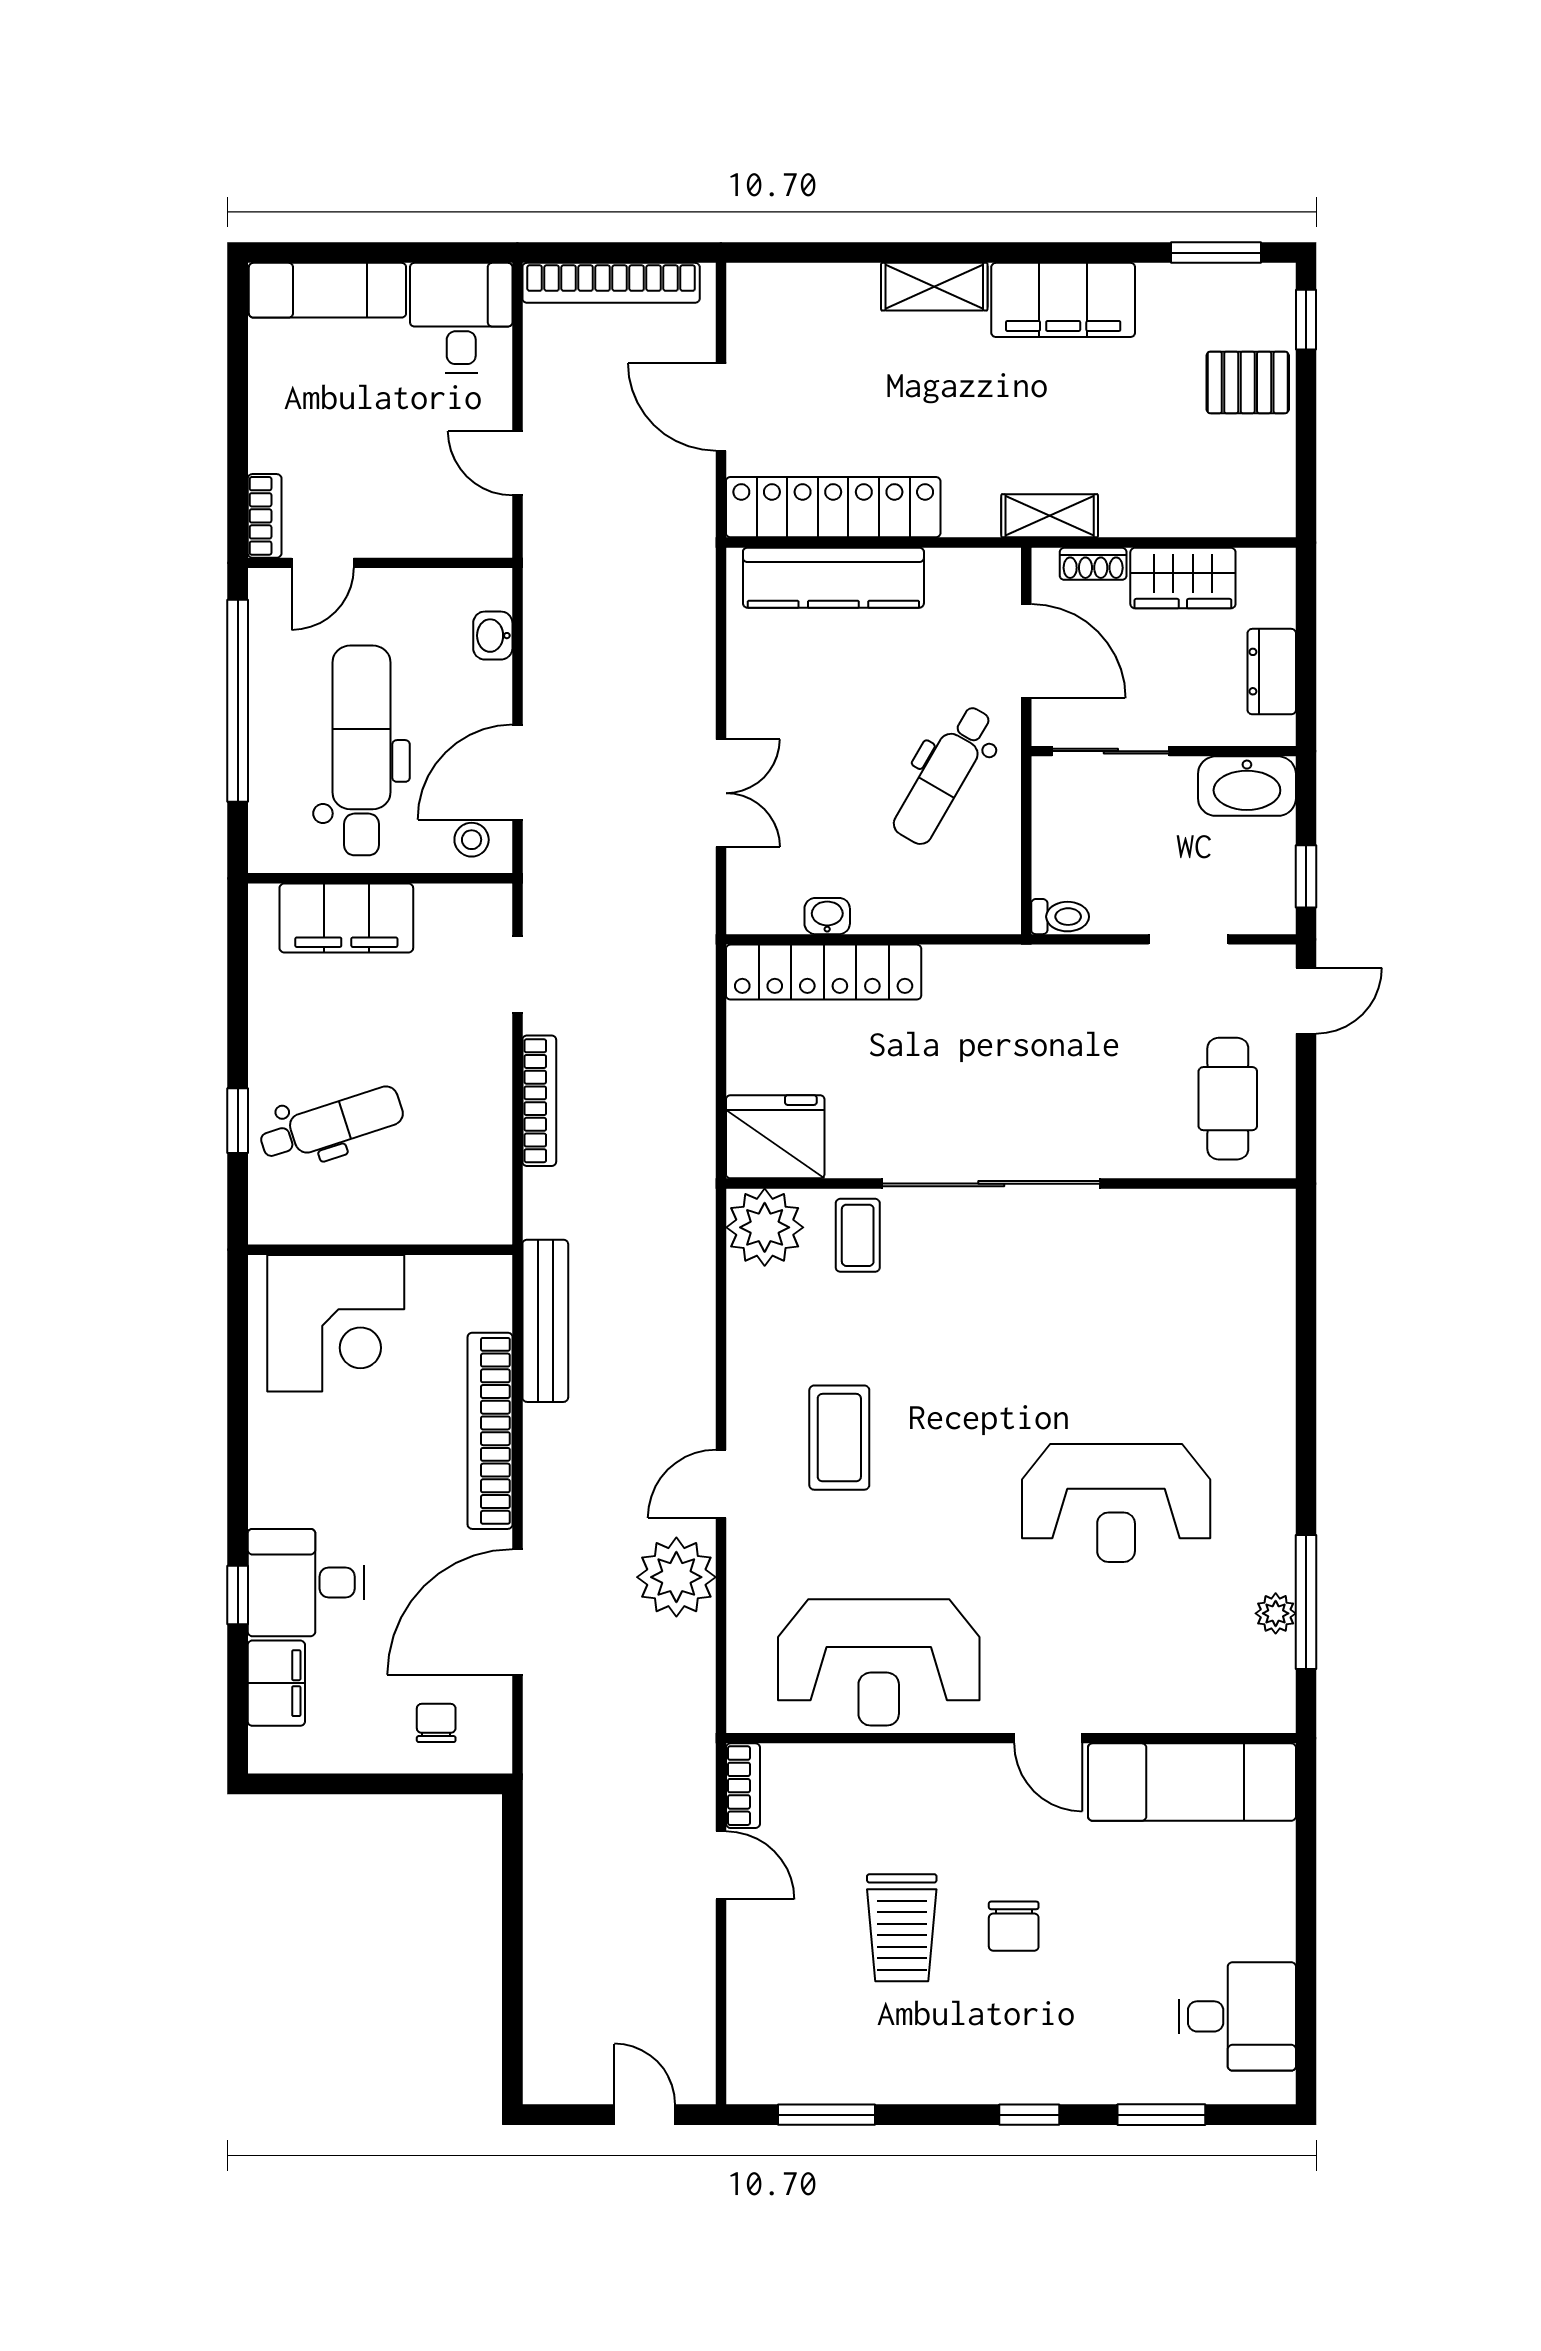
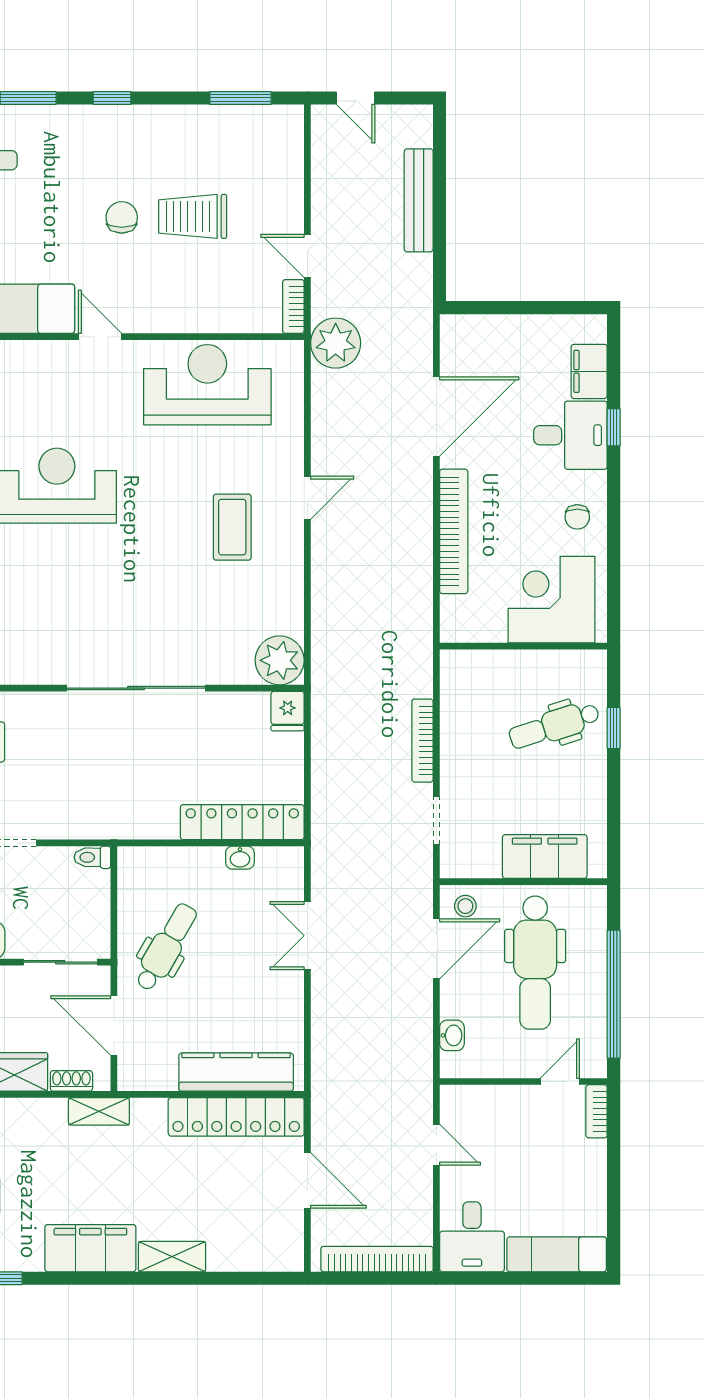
fridge: (775, 1137) -> (288, 711), width x0.53, depth x0.75
coffee table: (858, 1235) -> (221, 655), removed
bench: (545, 1321) -> (419, 200), moved
plant: (676, 1577) -> (336, 343), moved
chair: (436, 1723) -> (577, 517), moved
trolley: (902, 1928) -> (193, 216), turned -90

